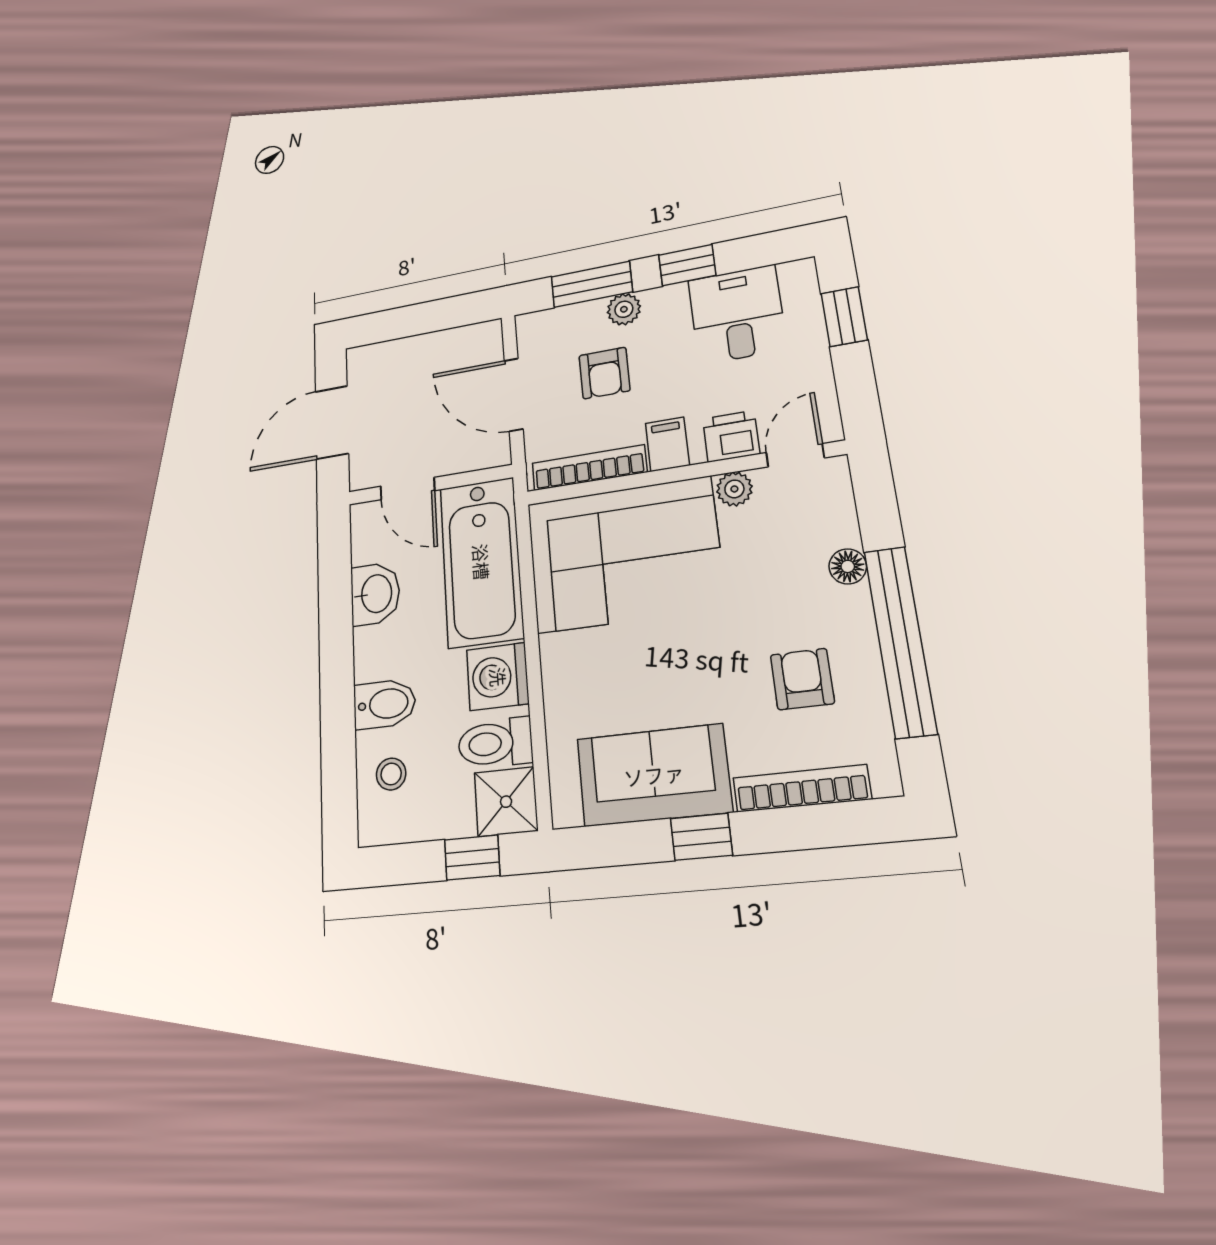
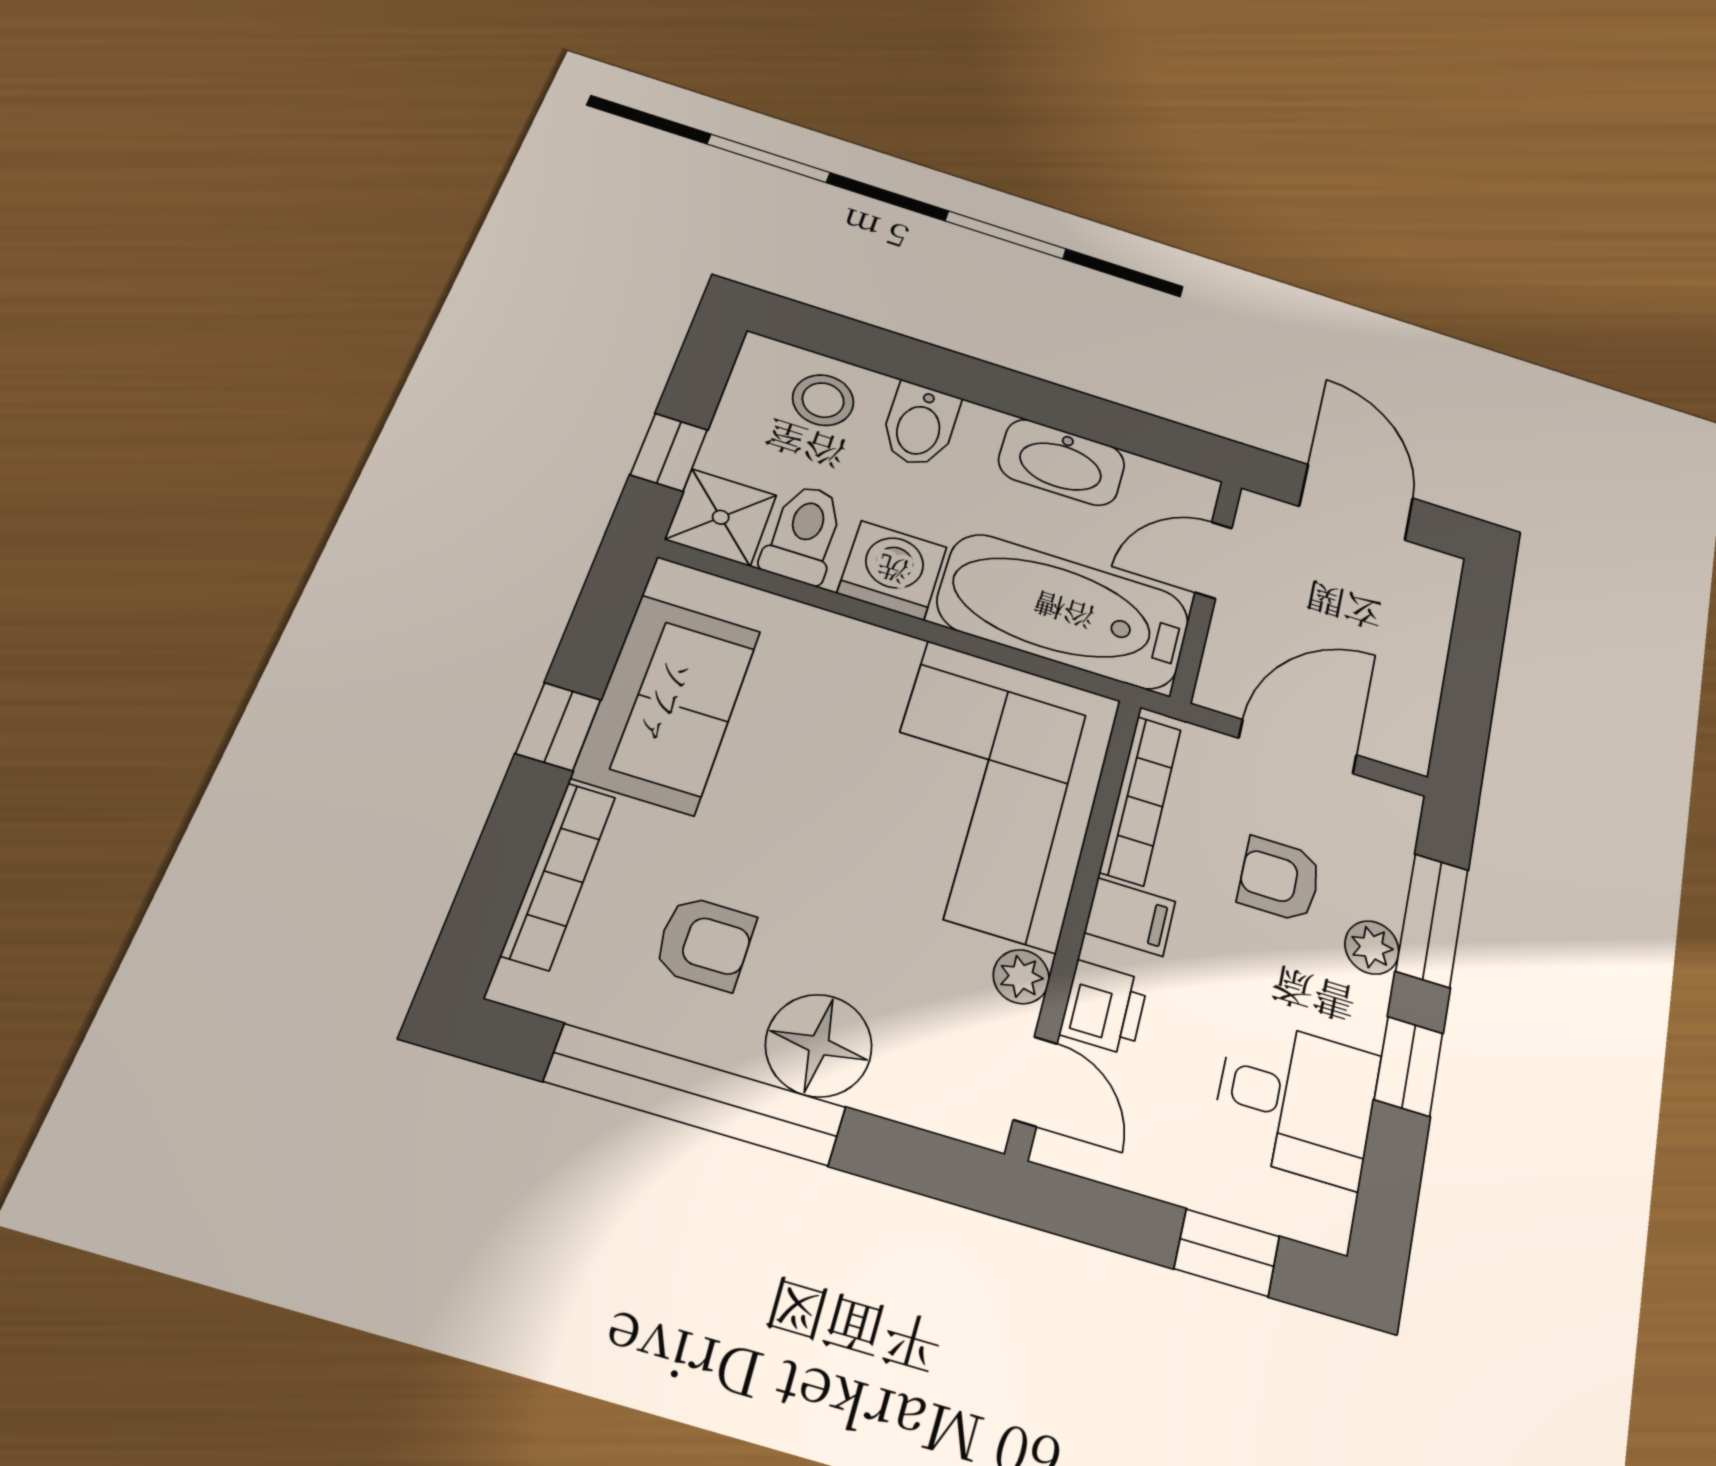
floor lamp: (848, 566) -> (819, 1045), width x1.89, depth x1.89
washbasin: (375, 594) -> (1062, 462), width x1.38
stool: (391, 774) -> (823, 400), width x1.37, depth x1.37

